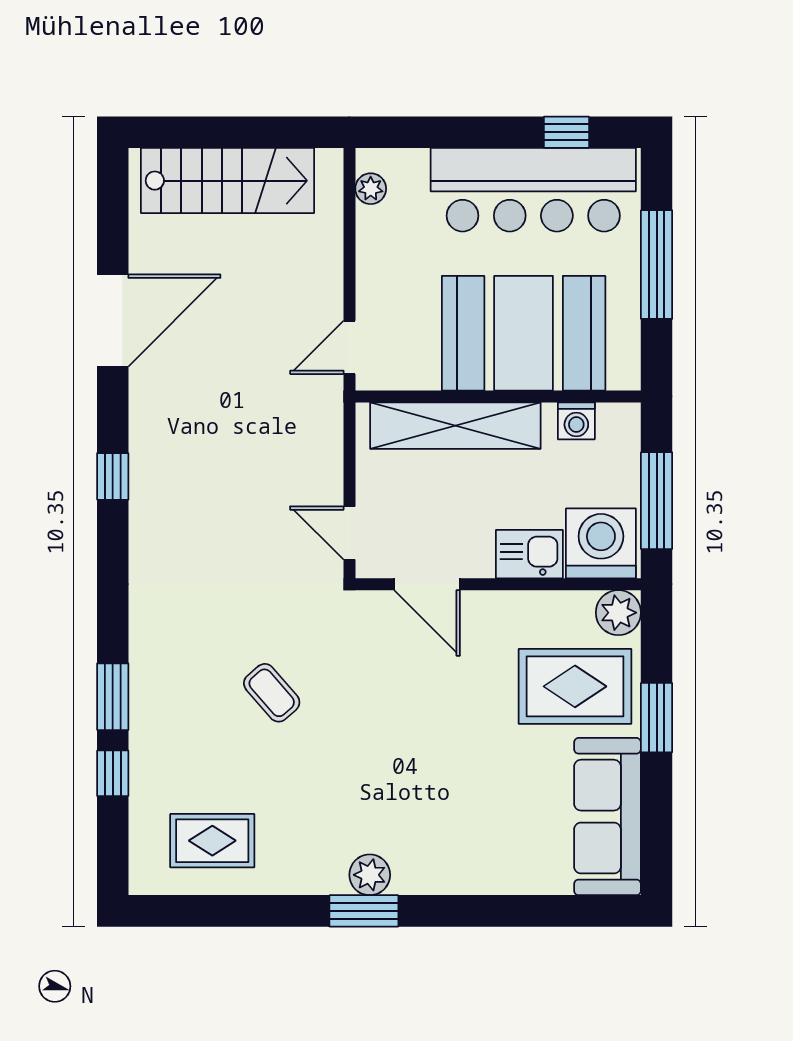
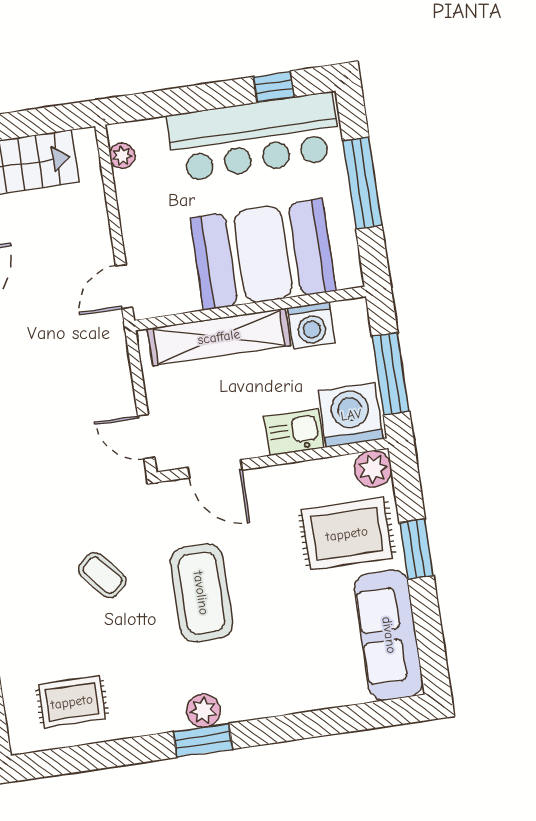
washing machine: (576, 421) -> (311, 325), width x1.38, depth x1.38
coffee table: (388, 732) -> (201, 593), added

